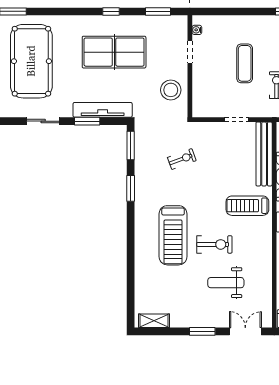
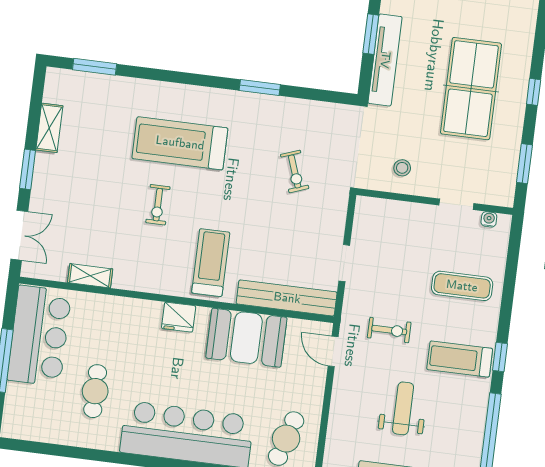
exercise mat: (245, 63) -> (462, 286), moved
stool: (171, 90) -> (402, 168), width x0.53, depth x0.53
window: (131, 146) -> (95, 67), moved
exercise bike: (214, 244) -> (158, 205), width x0.73, depth x0.72
shelving: (266, 282) -> (90, 276), added
weight bench: (226, 283) -> (97, 215), removed
shelving: (154, 321) -> (49, 128), moved

